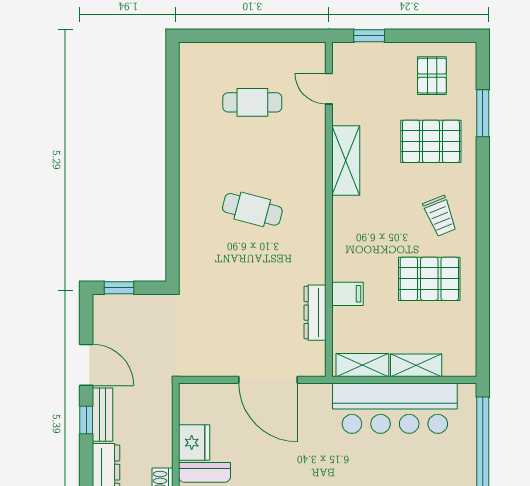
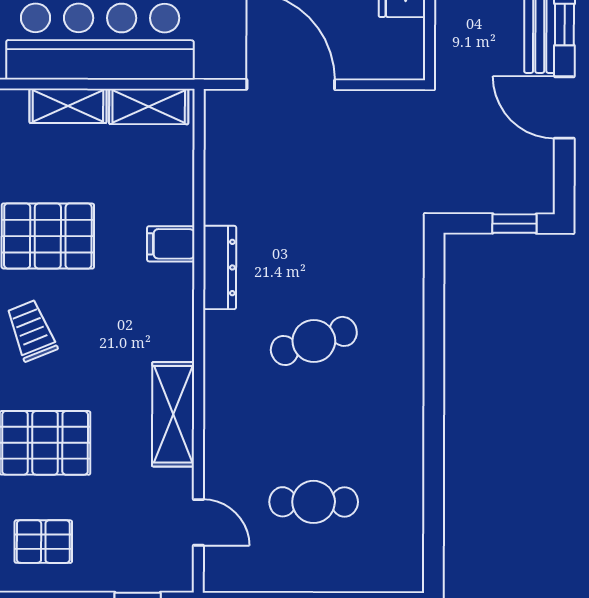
pallet: (432, 76) -> (43, 542), turned 90
cafe table: (252, 209) -> (314, 341), turned -33
filing cabinet: (348, 294) -> (171, 244), moved
dresser: (315, 313) -> (220, 267), moved

